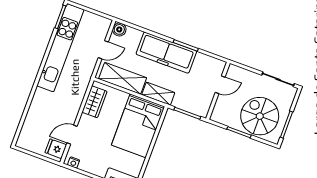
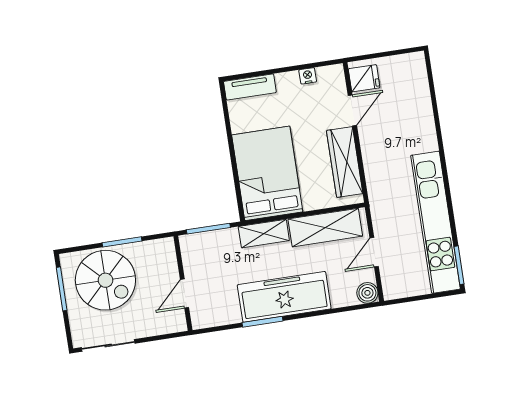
wardrobe: (95, 102) -> (345, 162), width x1.50
nightstand: (74, 163) -> (308, 76), moved

